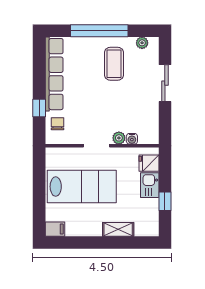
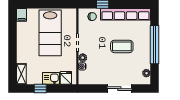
coffee table: (114, 64) -> (122, 46), moved
shelving: (118, 229) -> (21, 74), moved

